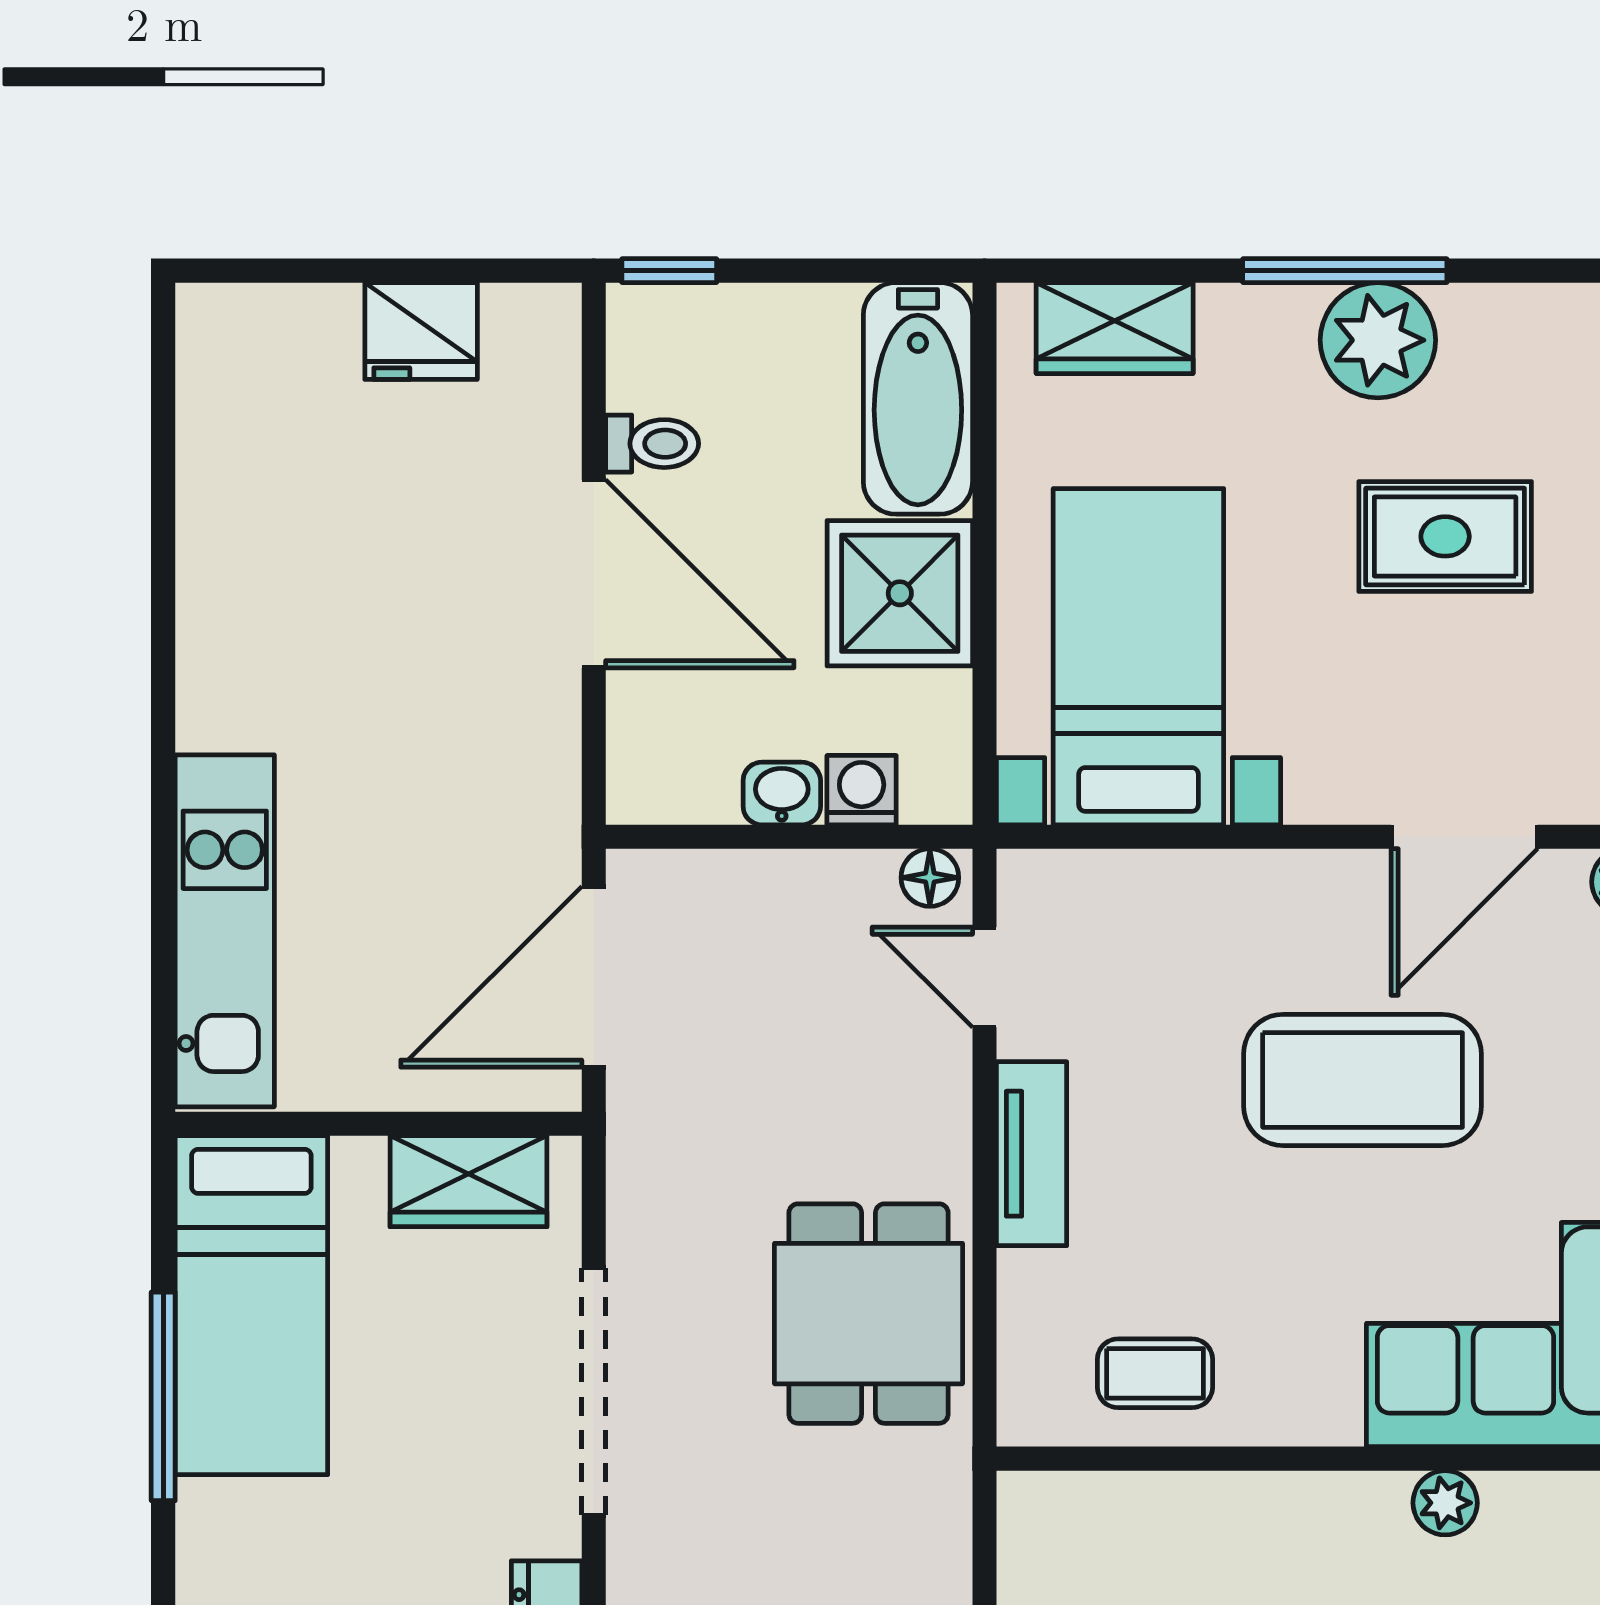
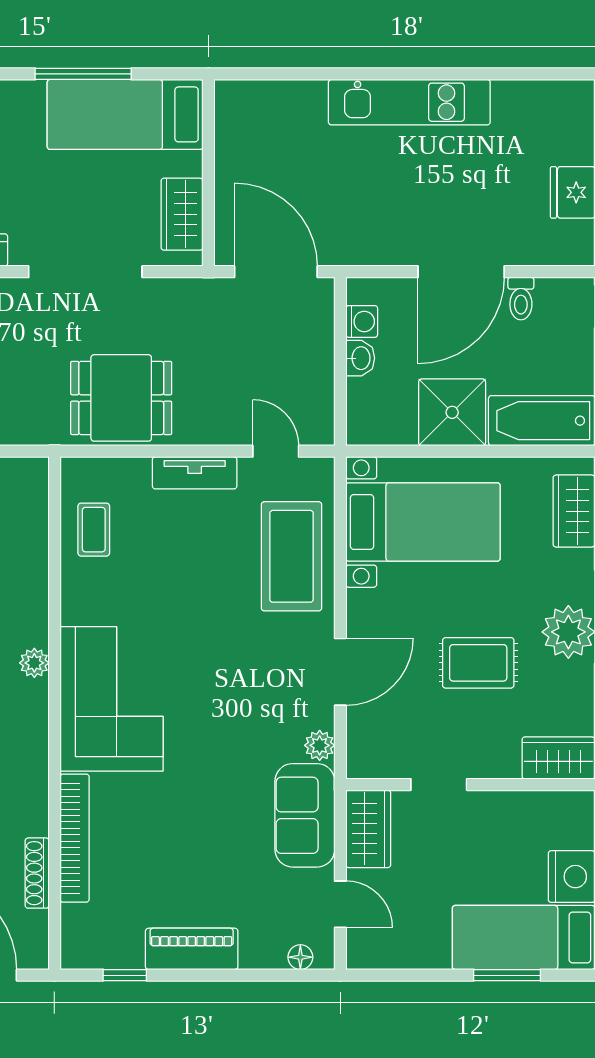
rug: (1445, 536) -> (478, 663), turned 90
washing machine: (862, 790) -> (362, 321), moved
door: (1464, 837) -> (340, 672), swing flipped
floor lamp: (930, 878) -> (322, 426), removed
kitchen unit: (225, 931) -> (409, 102), moved
door: (984, 977) -> (276, 451), hinge flipped
coffee table: (1363, 1080) -> (291, 556), moved

